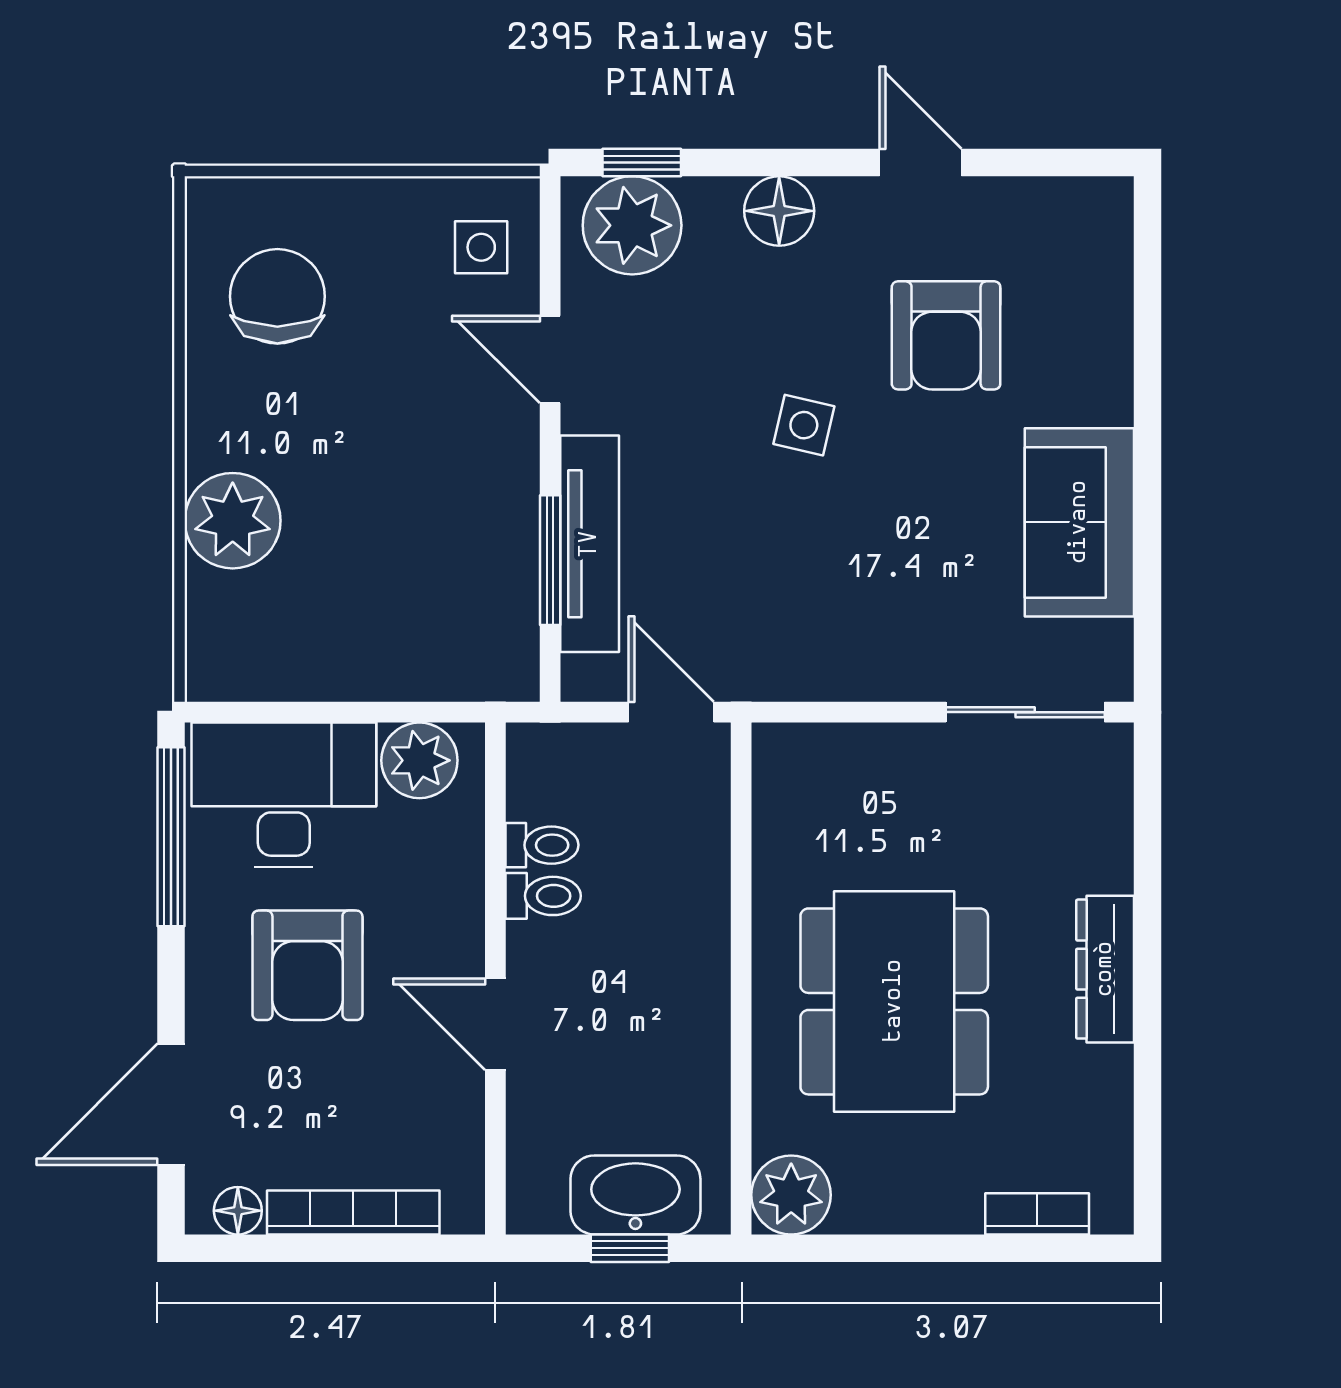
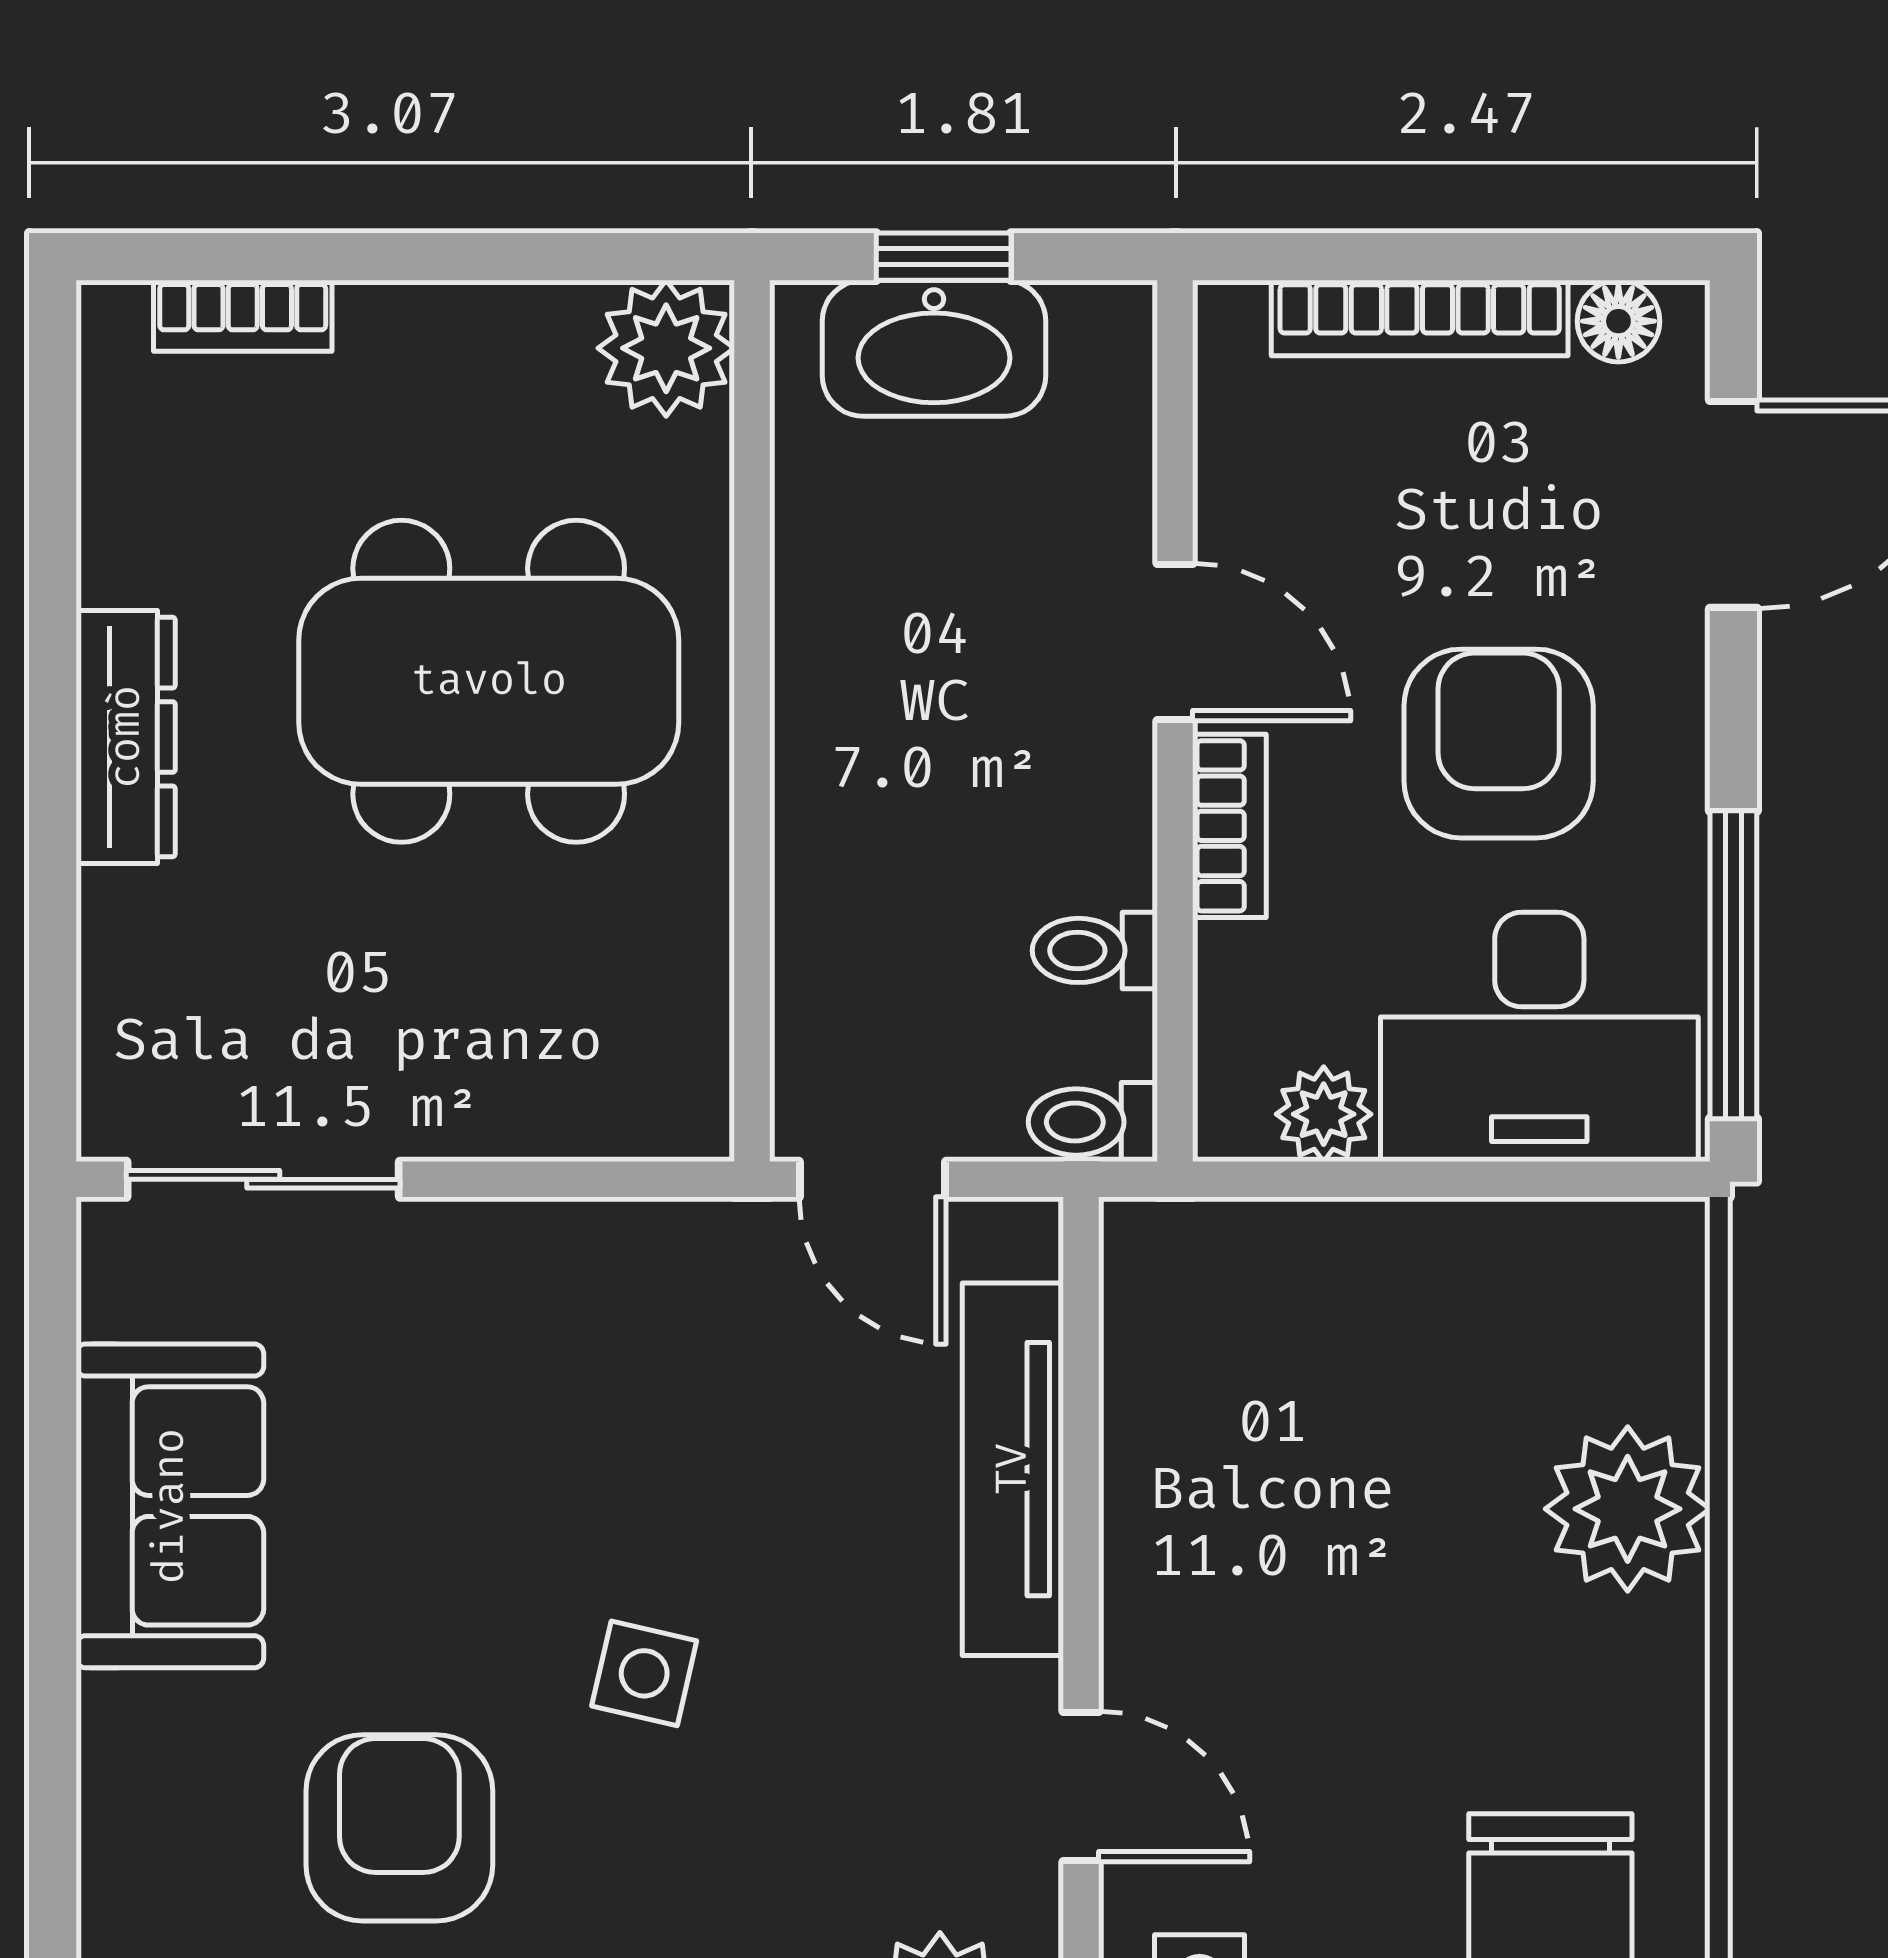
window: (550, 560) -> (1081, 1441), removed
plant: (419, 760) -> (1324, 1114), width x0.73, depth x0.73
toilet: (543, 896) -> (1093, 1122), moved
bookcase: (464, 918) -> (1229, 826), added
dining table: (894, 1001) -> (489, 681), turned 90

